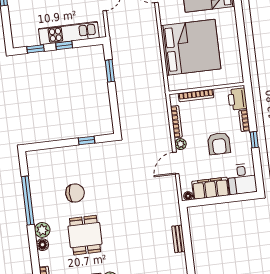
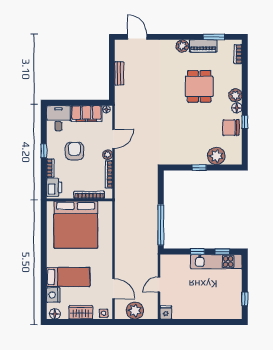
kitchen unit: (69, 33) -> (216, 262), moved
bed: (191, 47) -> (76, 225), moved, turned -90
window: (110, 71) -> (161, 225), width x2.11
window: (87, 140) -> (199, 168), moved
plant: (56, 158) -> (216, 156), added
chair: (75, 193) -> (231, 128), moved
window: (28, 201) -> (245, 122), width x0.32
floor lamp: (42, 245) -> (237, 108), moved

